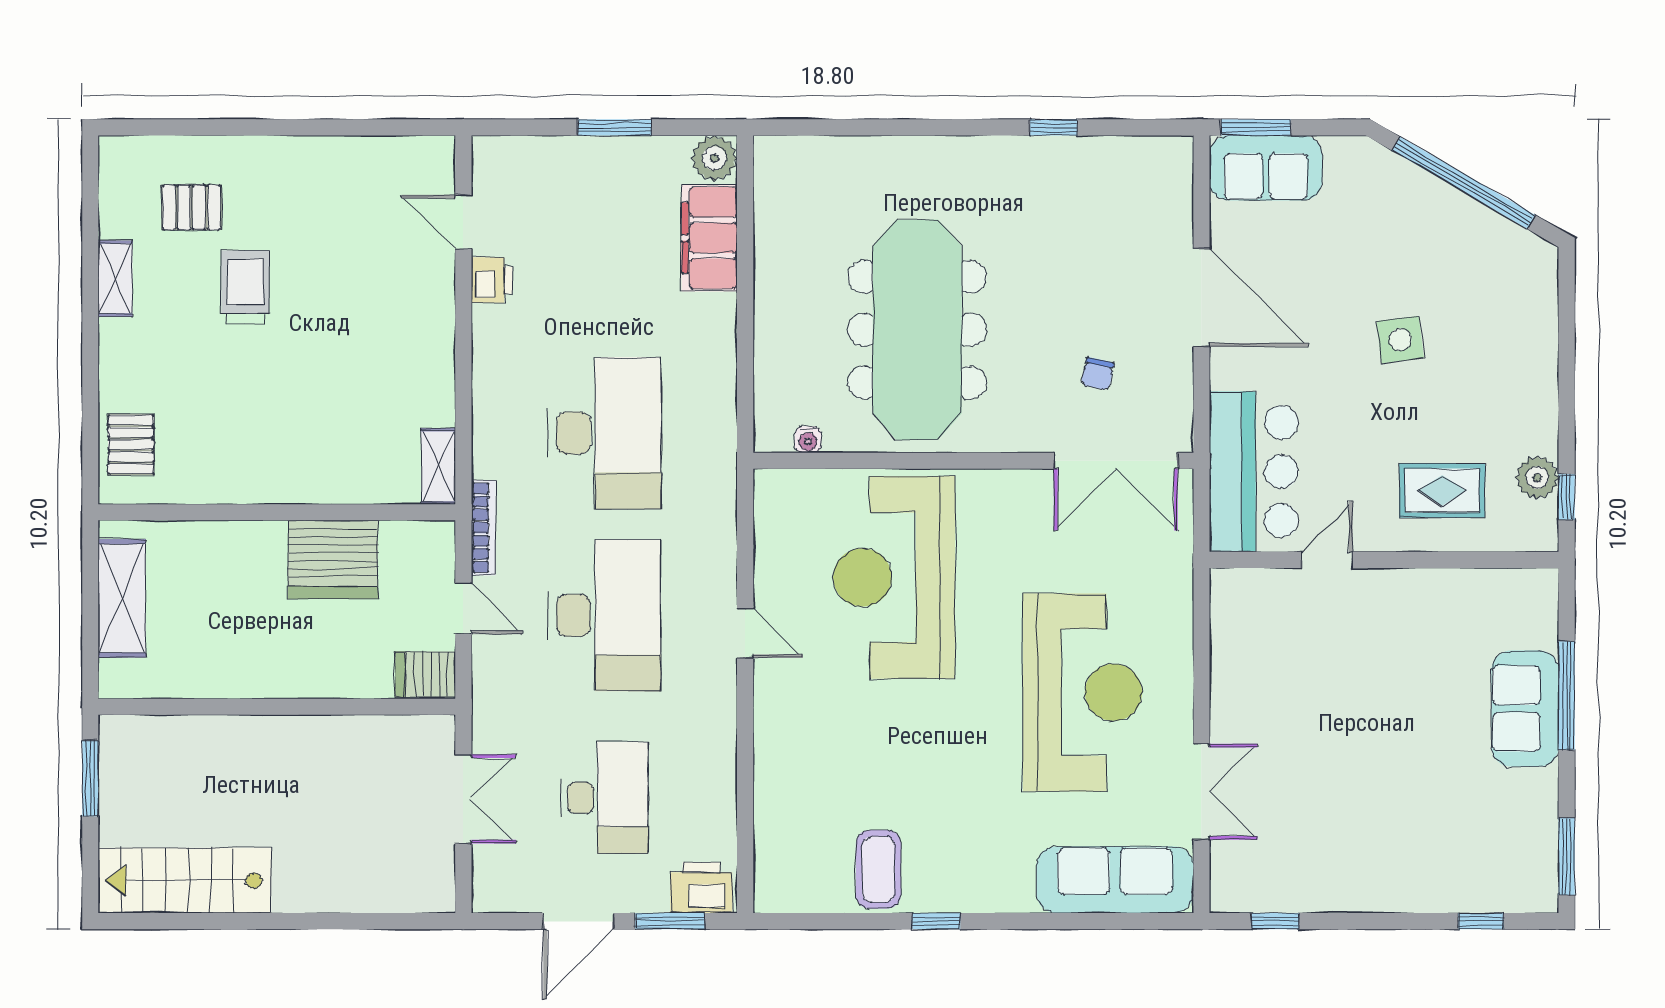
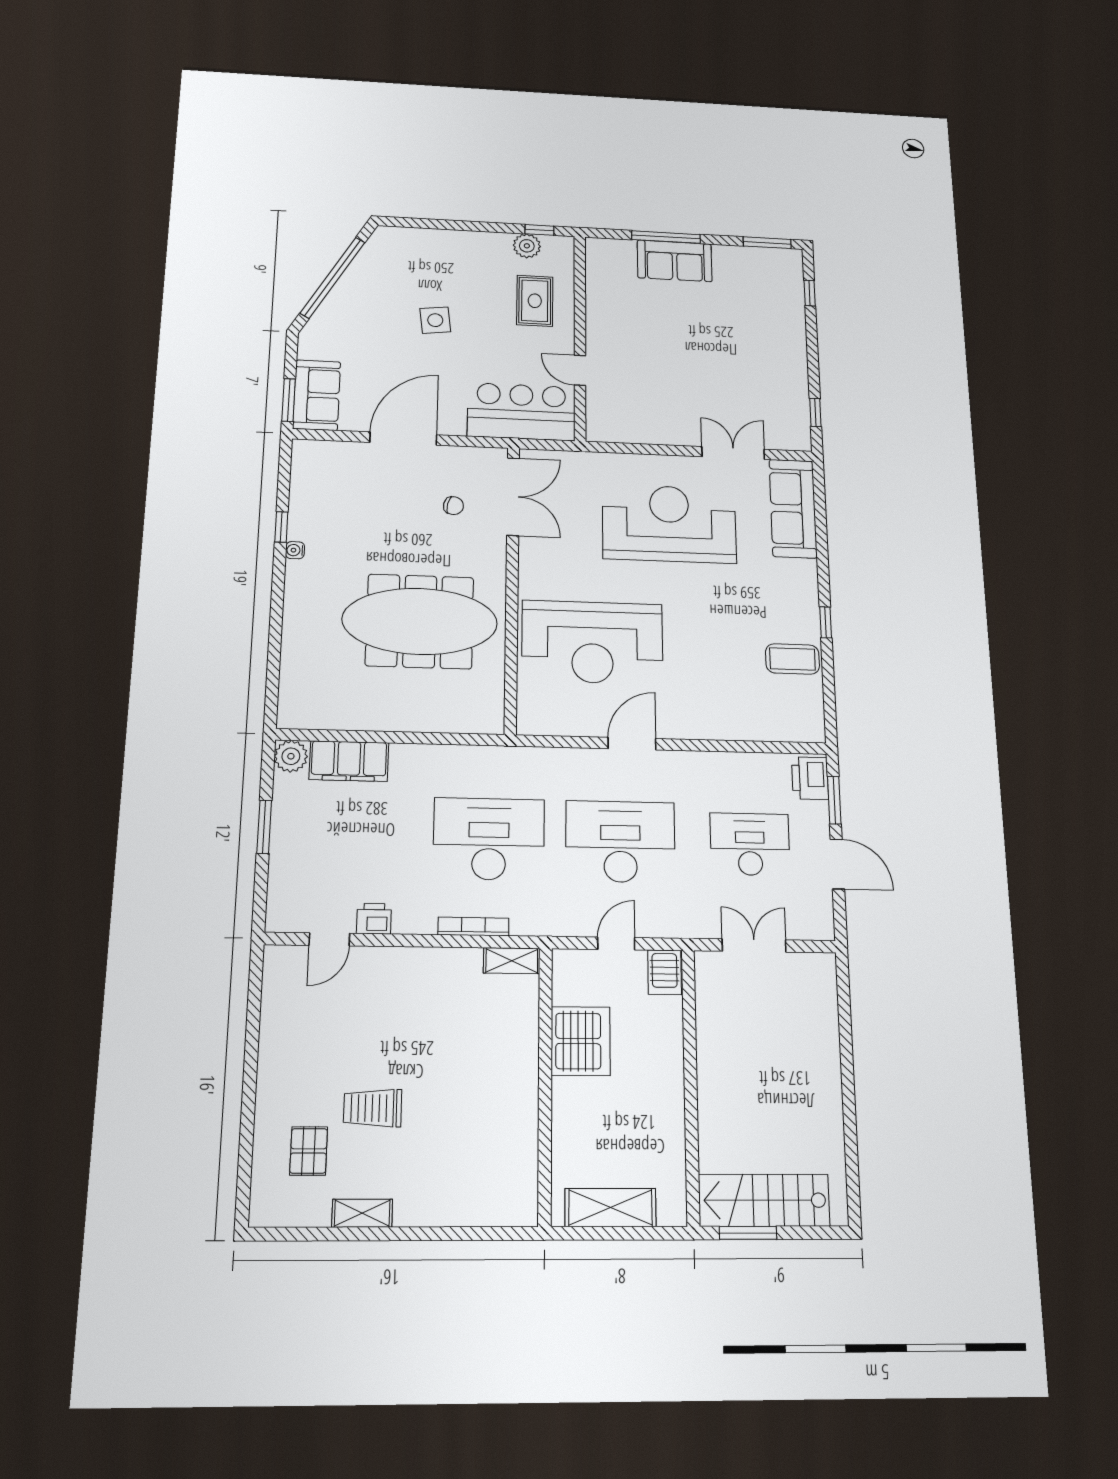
water cooler: (808, 440) -> (295, 550), moved, turned 180
pallet: (131, 444) -> (492, 1200), removed
bookcase: (483, 528) -> (473, 927), moved
door: (745, 633) -> (632, 744), width x1.38
stairs: (185, 881) -> (764, 1200), moved, turned 90

